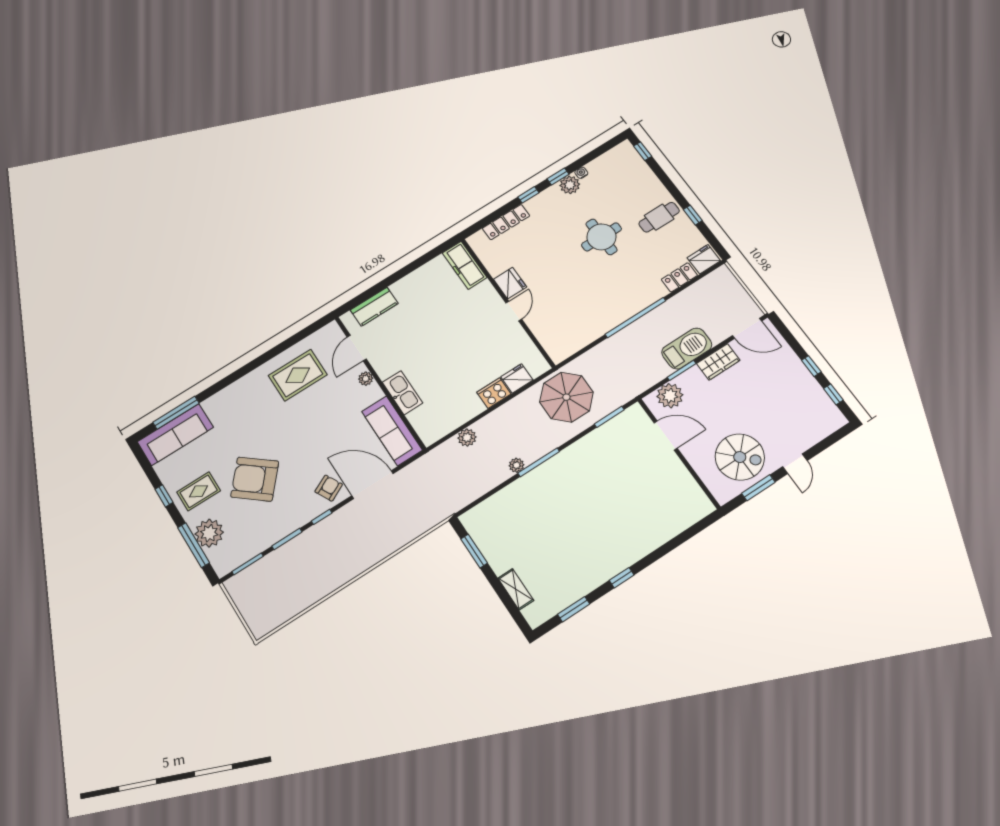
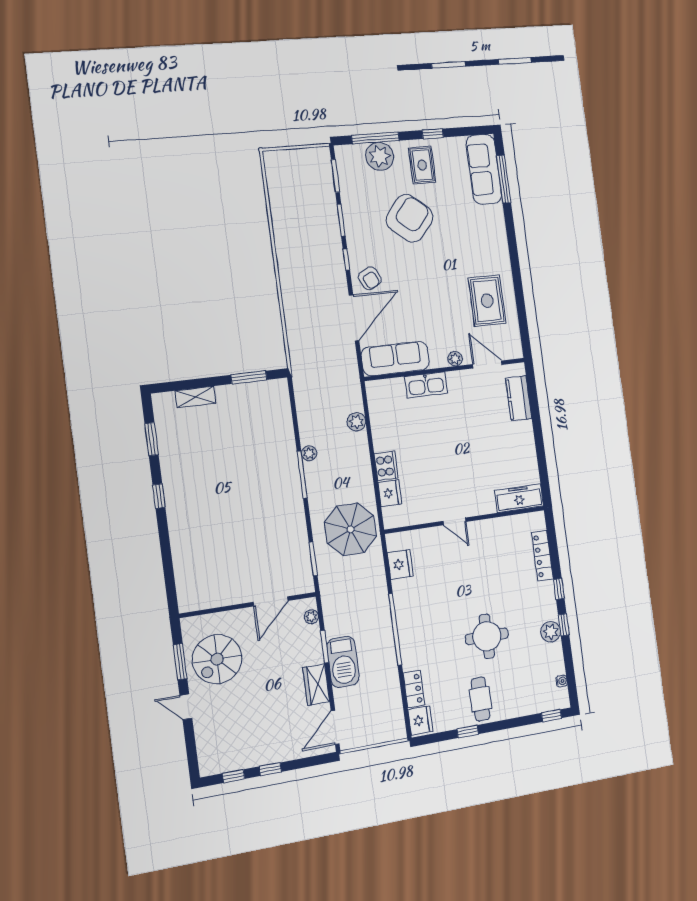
water cooler: (581, 173) -> (562, 681), moved
fridge: (510, 283) -> (400, 564), moved, turned -90
plant: (670, 396) -> (311, 617), width x0.53, depth x0.53

